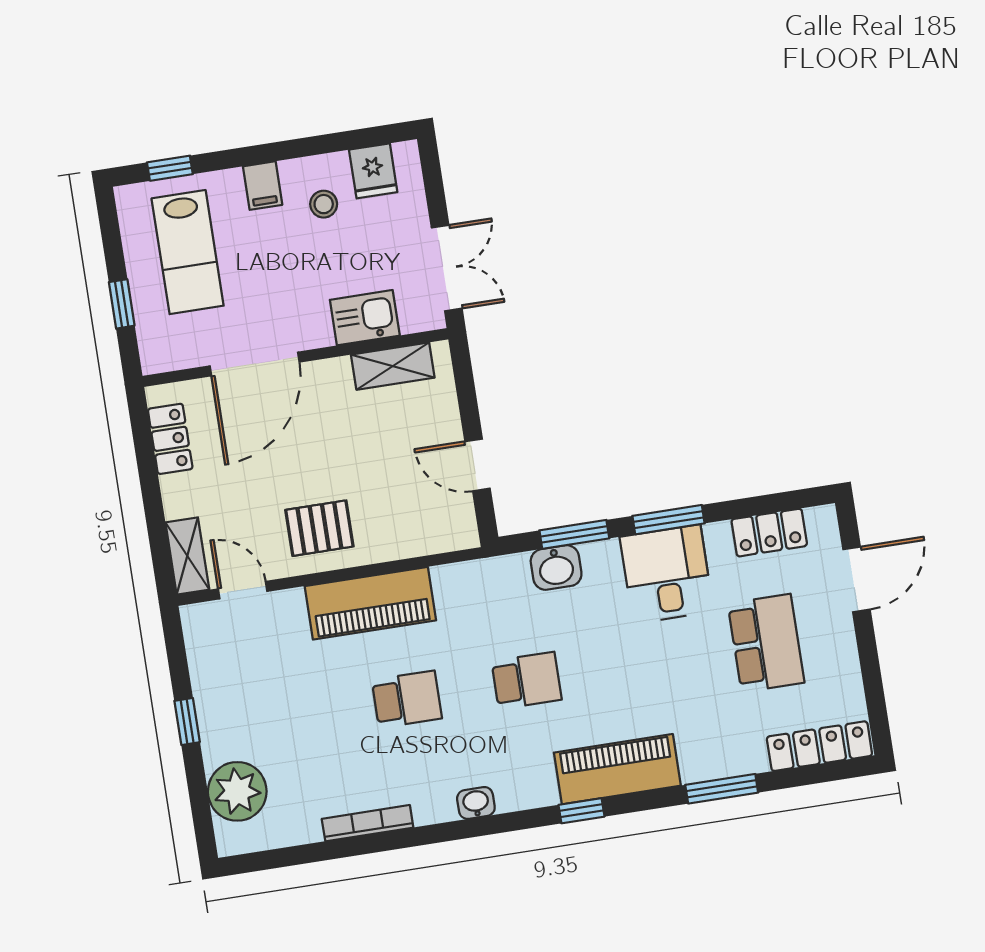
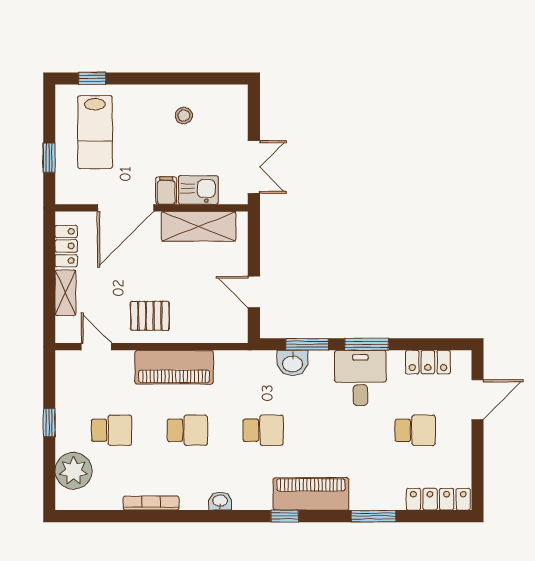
fridge: (373, 171) -> (218, 100), removed
filing cabinet: (263, 186) -> (166, 191), moved, turned 180
shelving: (393, 366) -> (199, 226), width x1.50, depth x1.33
shelving: (187, 556) -> (65, 293), moved
school desk: (766, 643) -> (415, 430), width x0.54
school desk: (287, 718) -> (111, 430), added

